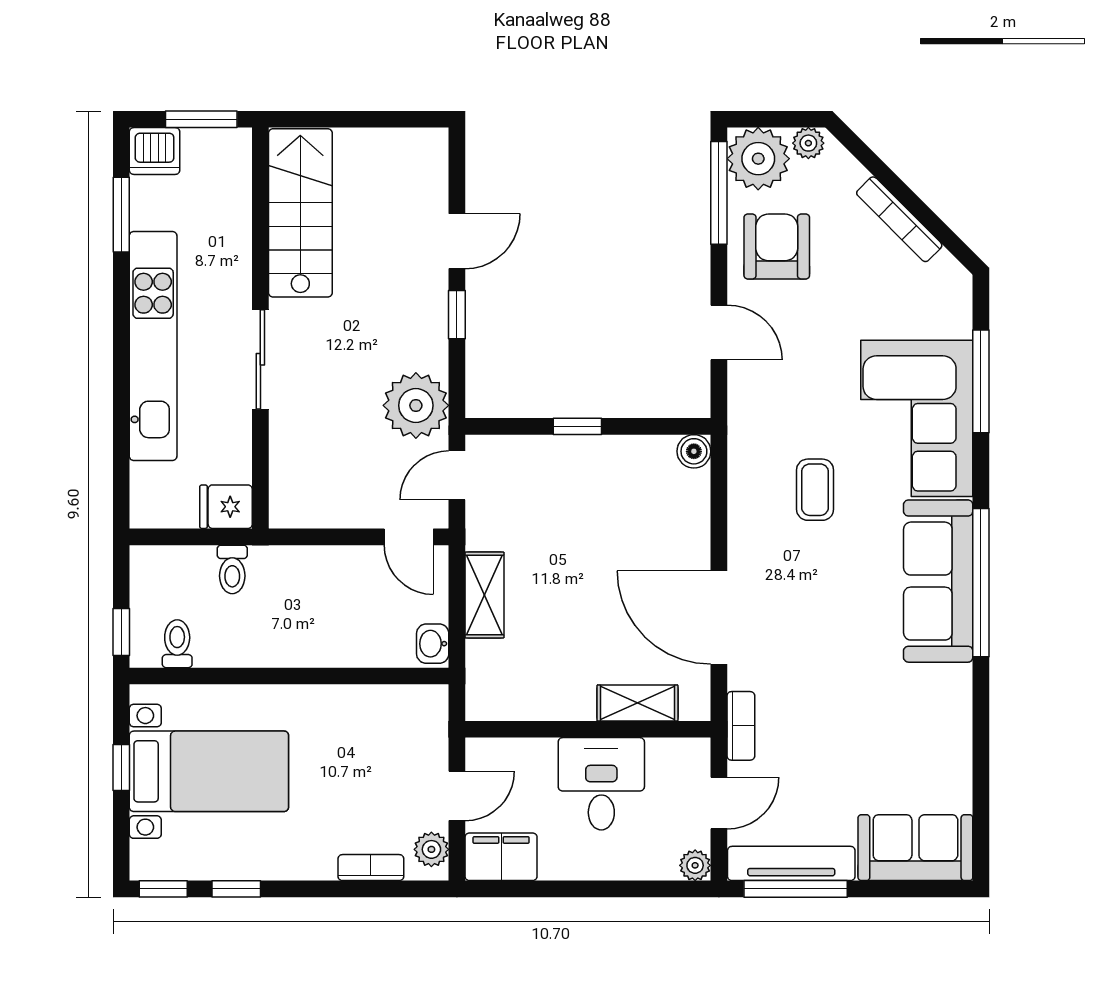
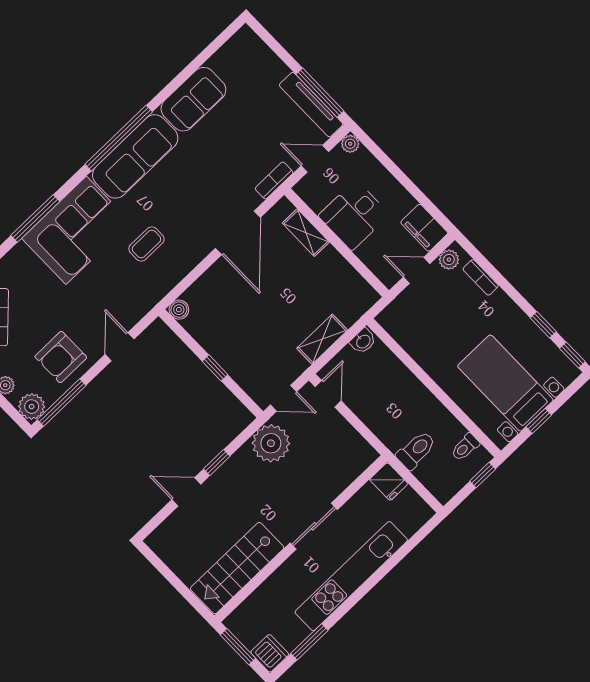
plant: (758, 159) -> (32, 407), width x0.73, depth x0.73
toilet: (232, 569) -> (416, 450), width x1.37, depth x1.39
sofa: (915, 848) -> (193, 99), moved, turned -90

